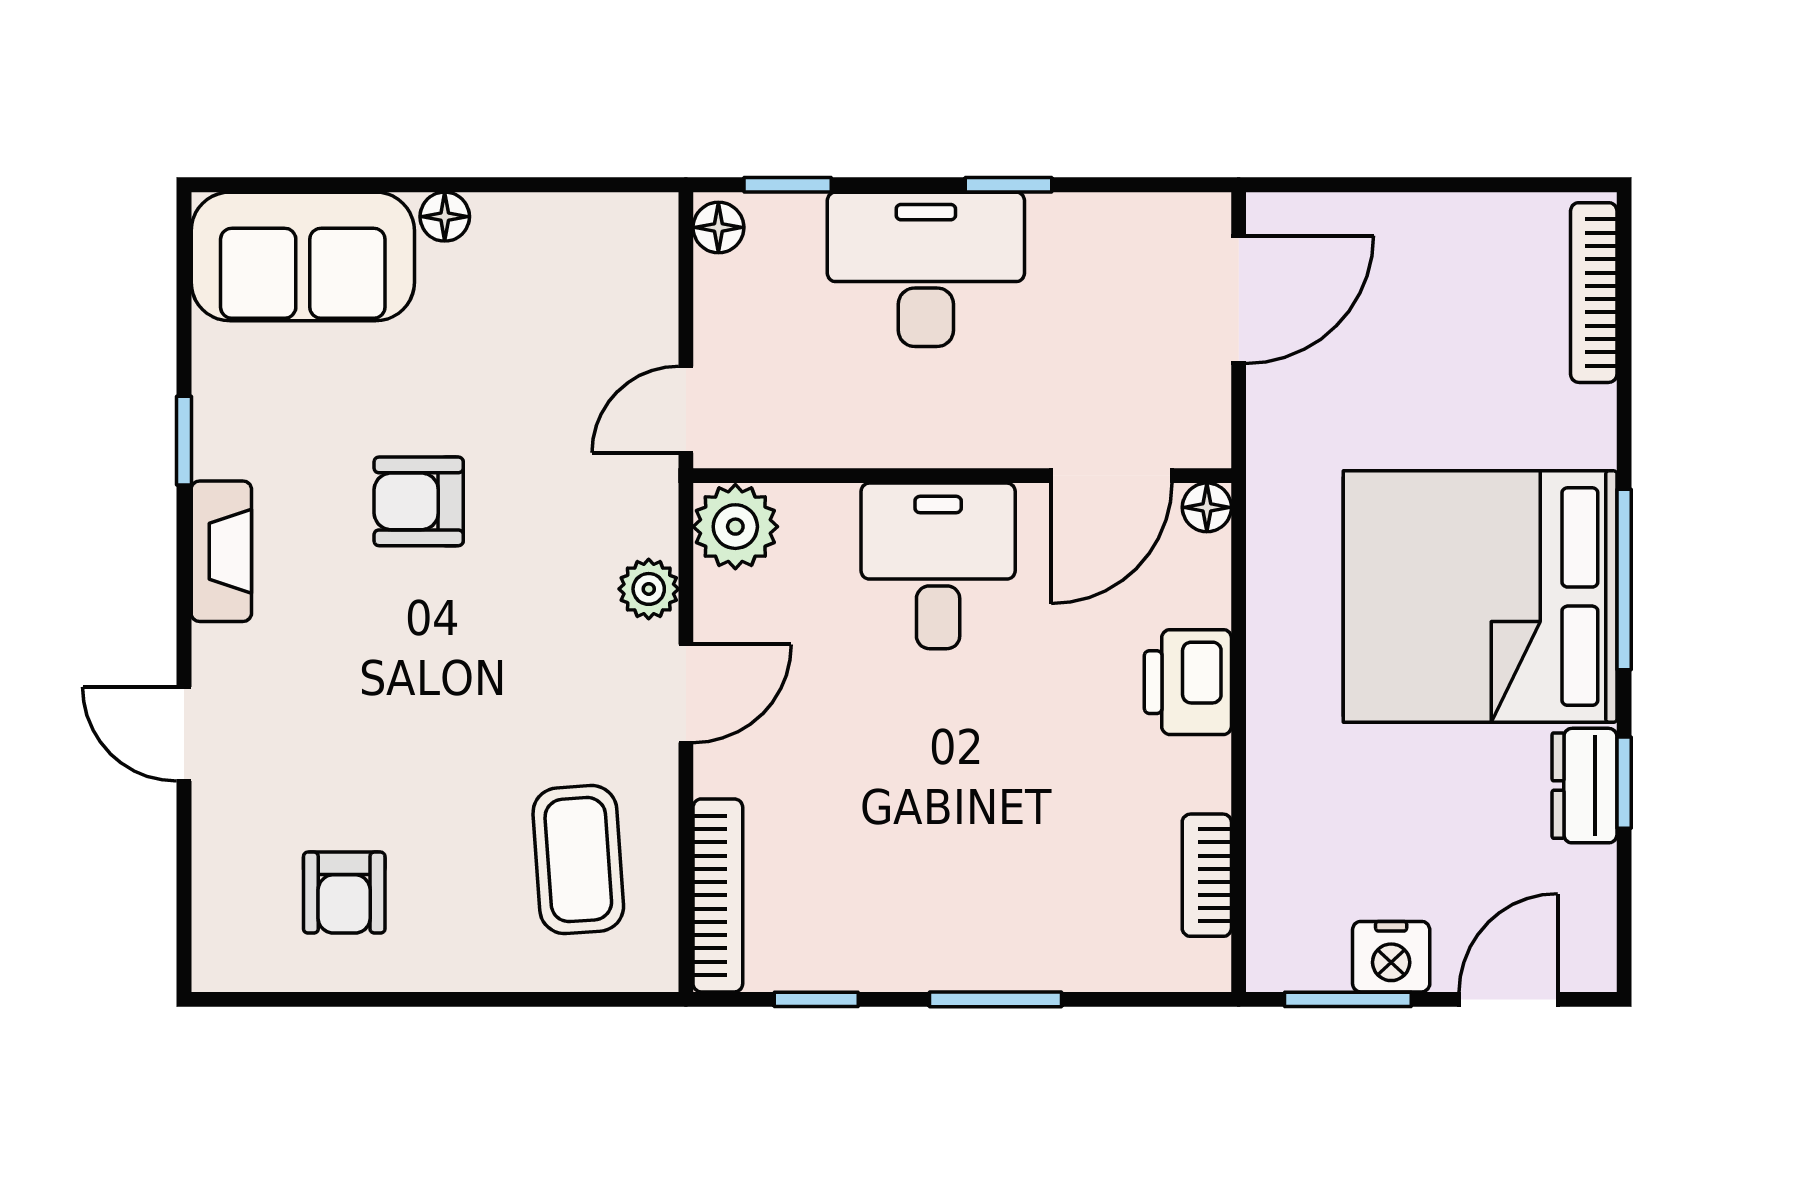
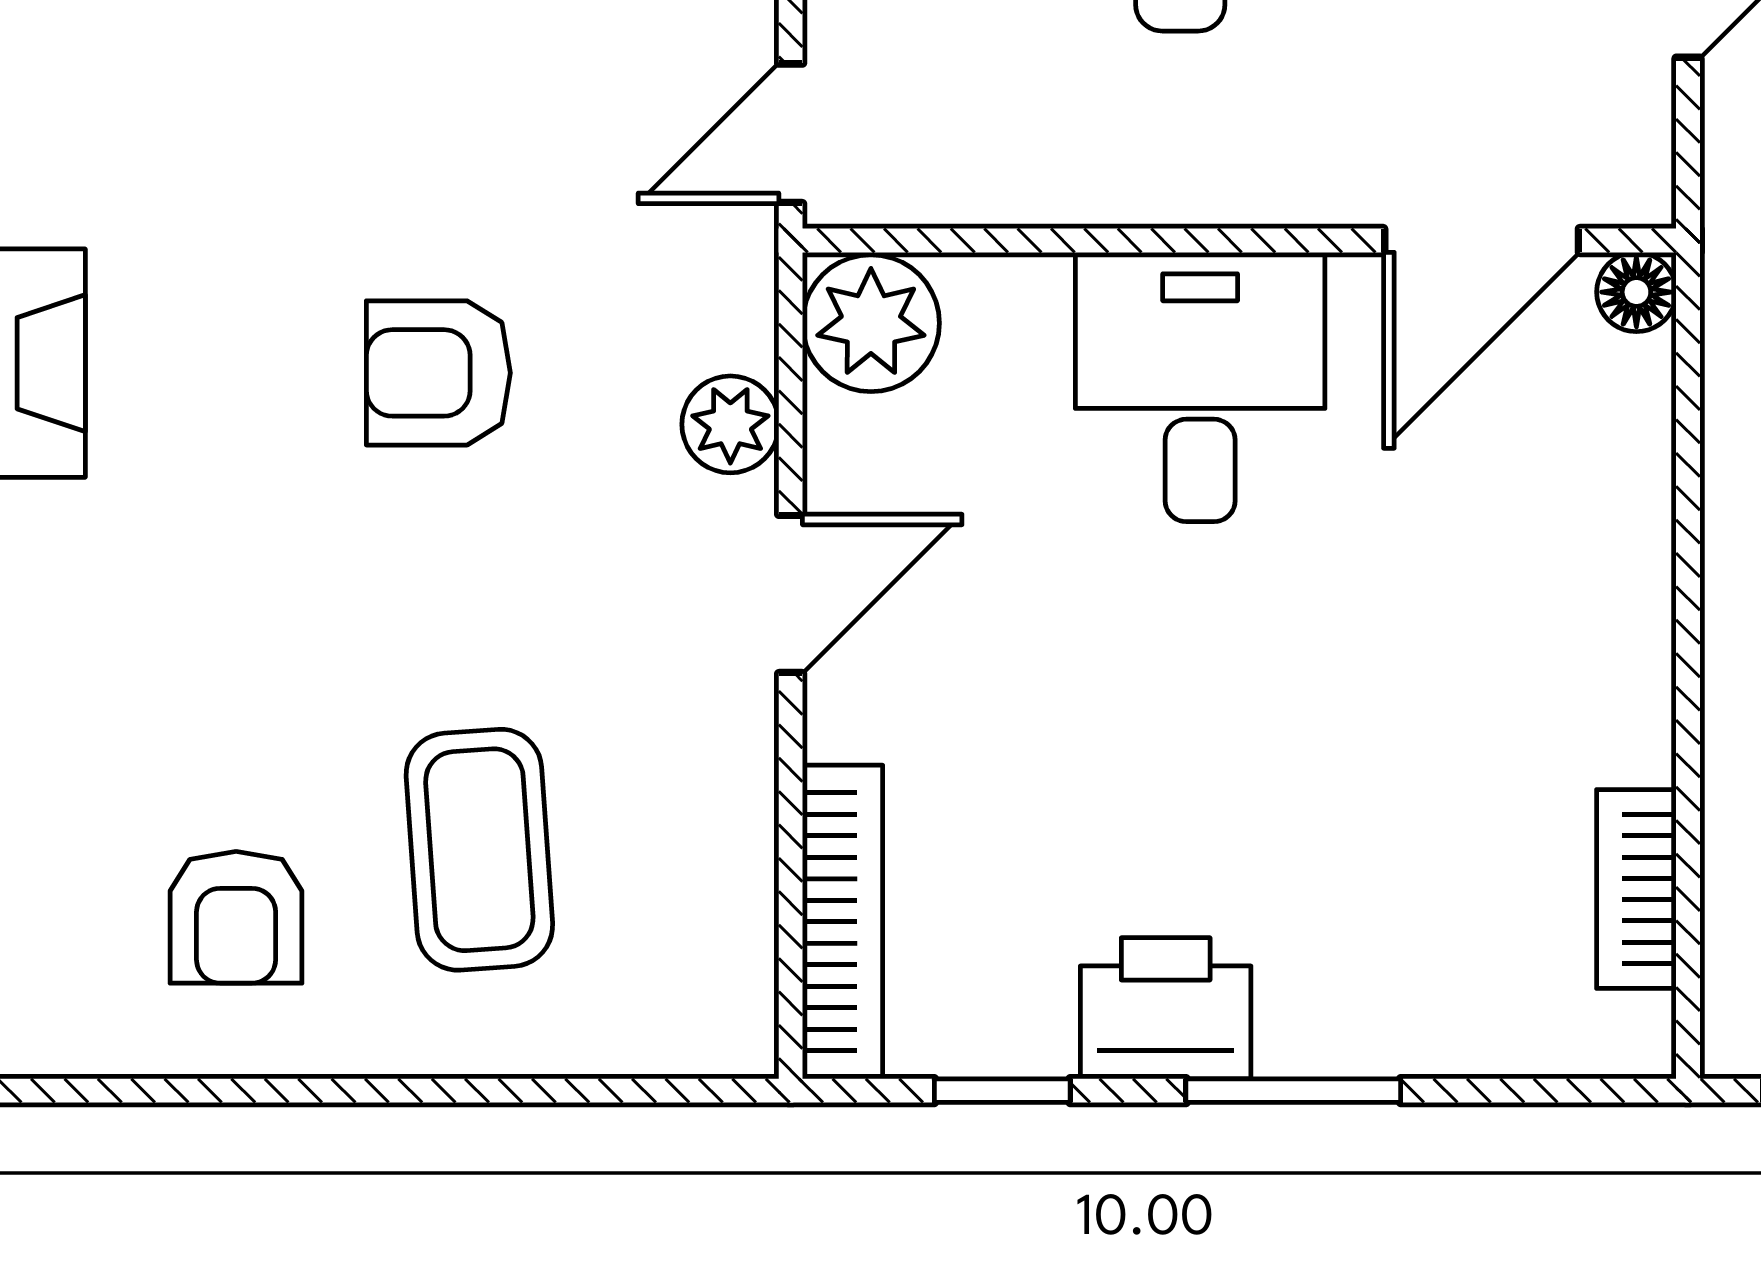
armchair: (419, 501) -> (438, 373), moved
printer: (1188, 682) -> (1166, 1008), moved, turned 90
coffee table: (578, 860) -> (479, 850), moved

